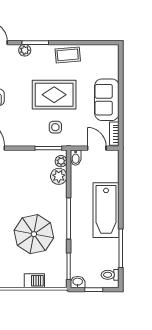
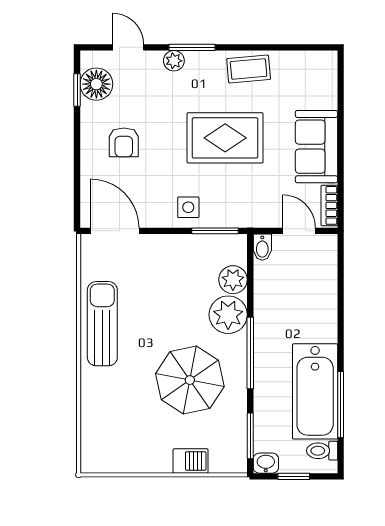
side table: (55, 127) -> (188, 207), moved
plant: (61, 161) -> (228, 315), moved, width x1.88, depth x1.88
bathtub: (106, 210) -> (315, 391), moved

